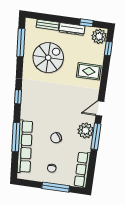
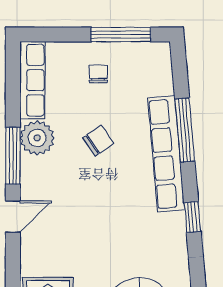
plant: (86, 130) -> (37, 138), moved
row of seats: (25, 146) -> (166, 154), moved
window: (56, 187) -> (121, 34), moved

